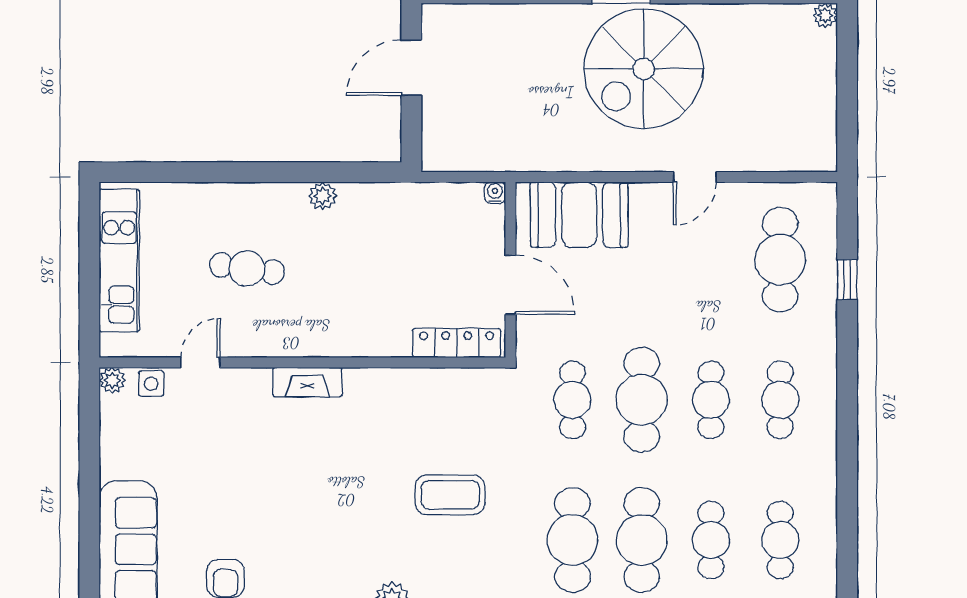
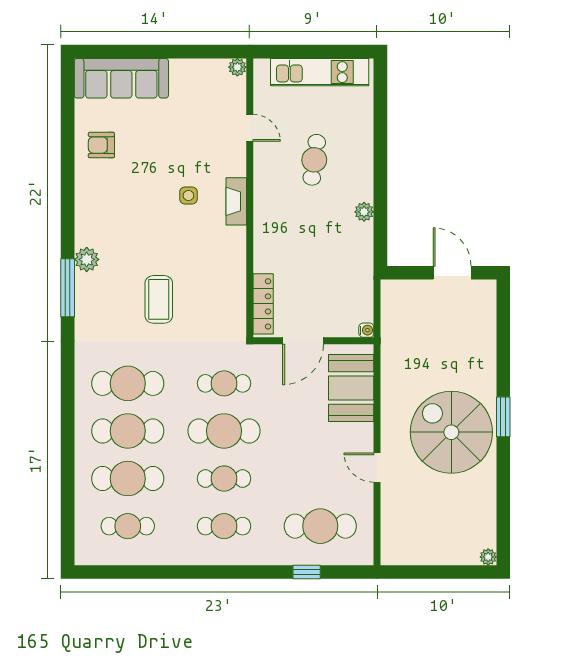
side table: (151, 384) -> (188, 195), moved
cafe table: (711, 540) -> (128, 479), width x1.37, depth x1.35

